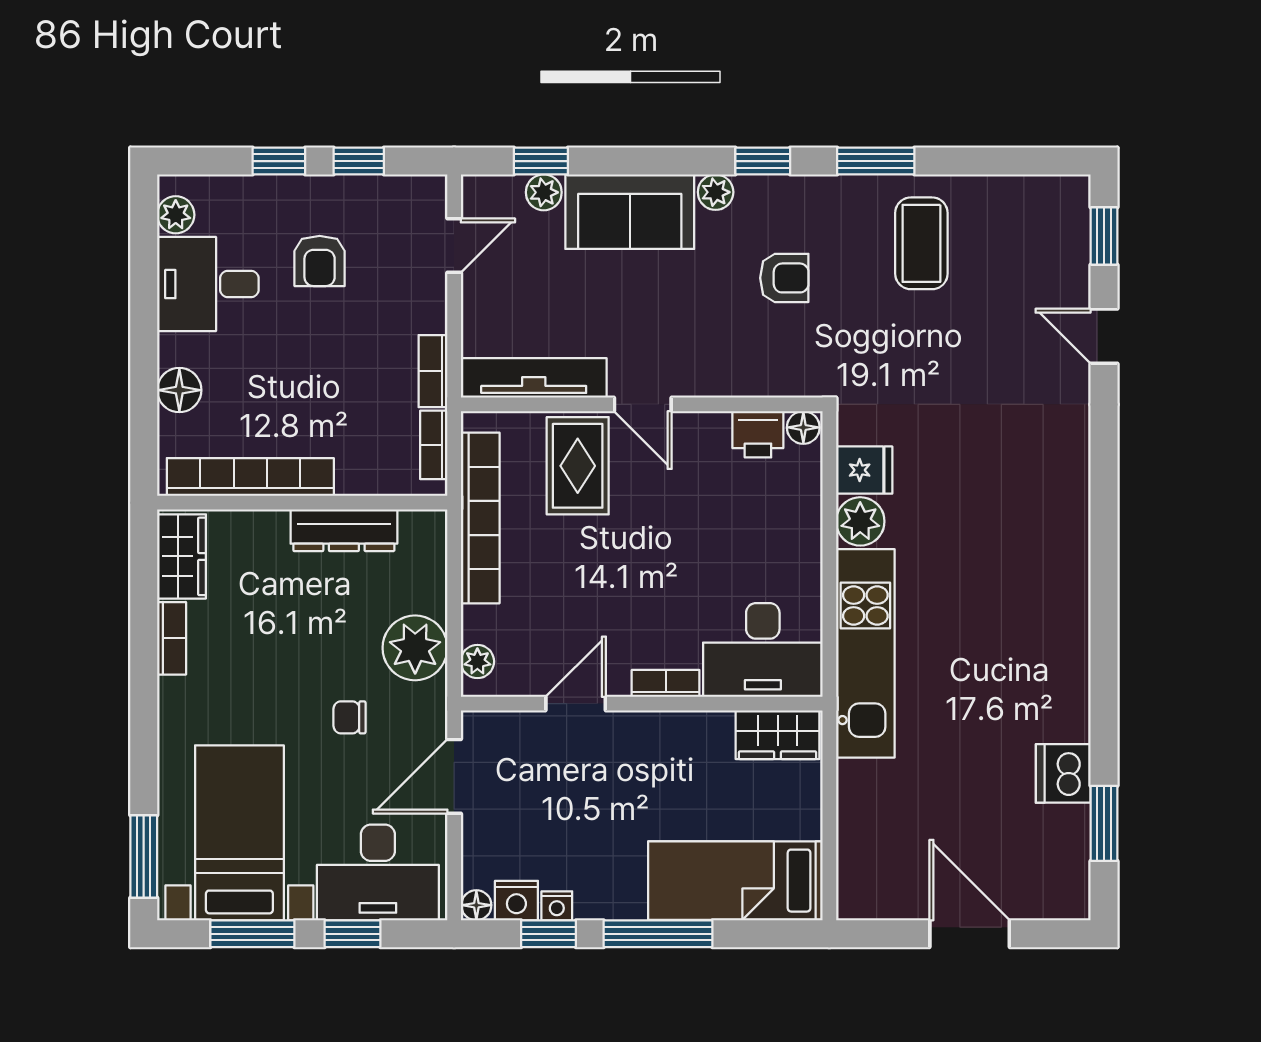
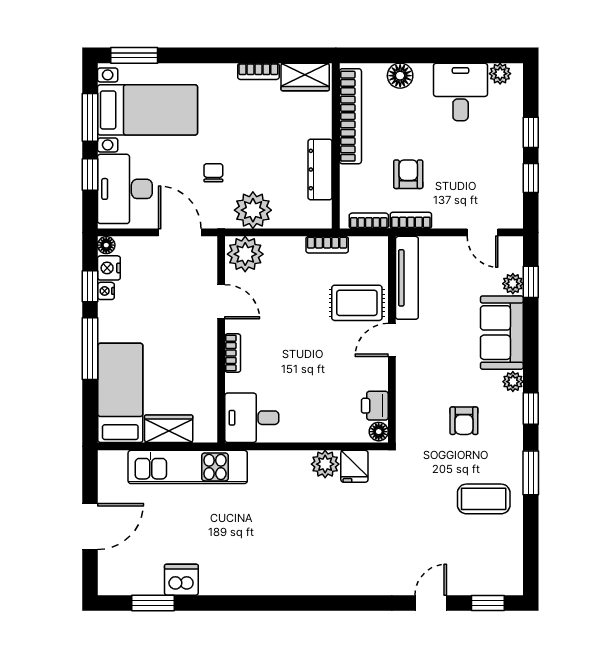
armchair: (320, 261) -> (408, 174), moved, turned 90
bookcase: (480, 518) -> (327, 245), width x0.43, depth x0.76
desk: (763, 650) -> (252, 418), width x0.73
kitchen unit: (865, 653) -> (188, 467), moved
plant: (477, 661) -> (245, 254), width x1.87, depth x1.87
wardrobe: (778, 735) -> (169, 429), moved, turned 90

